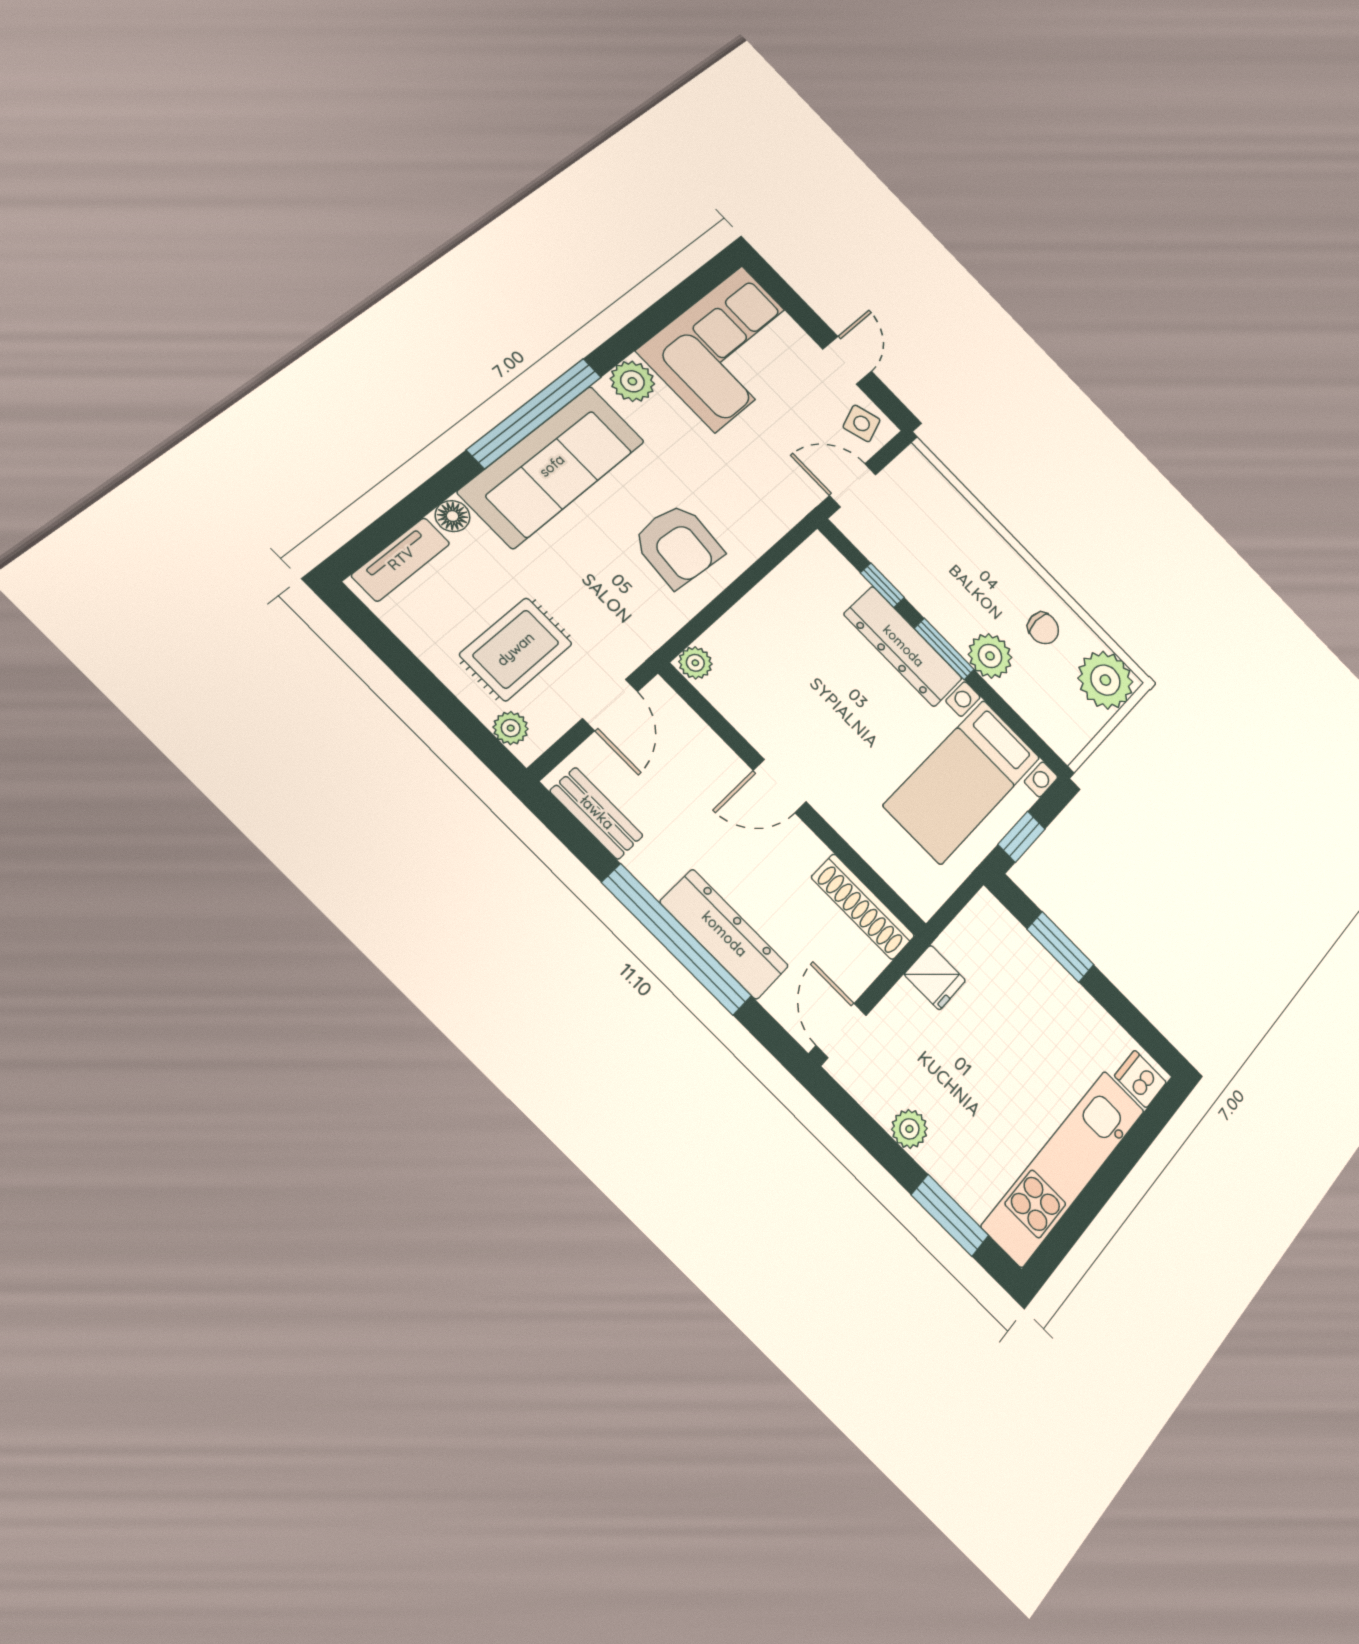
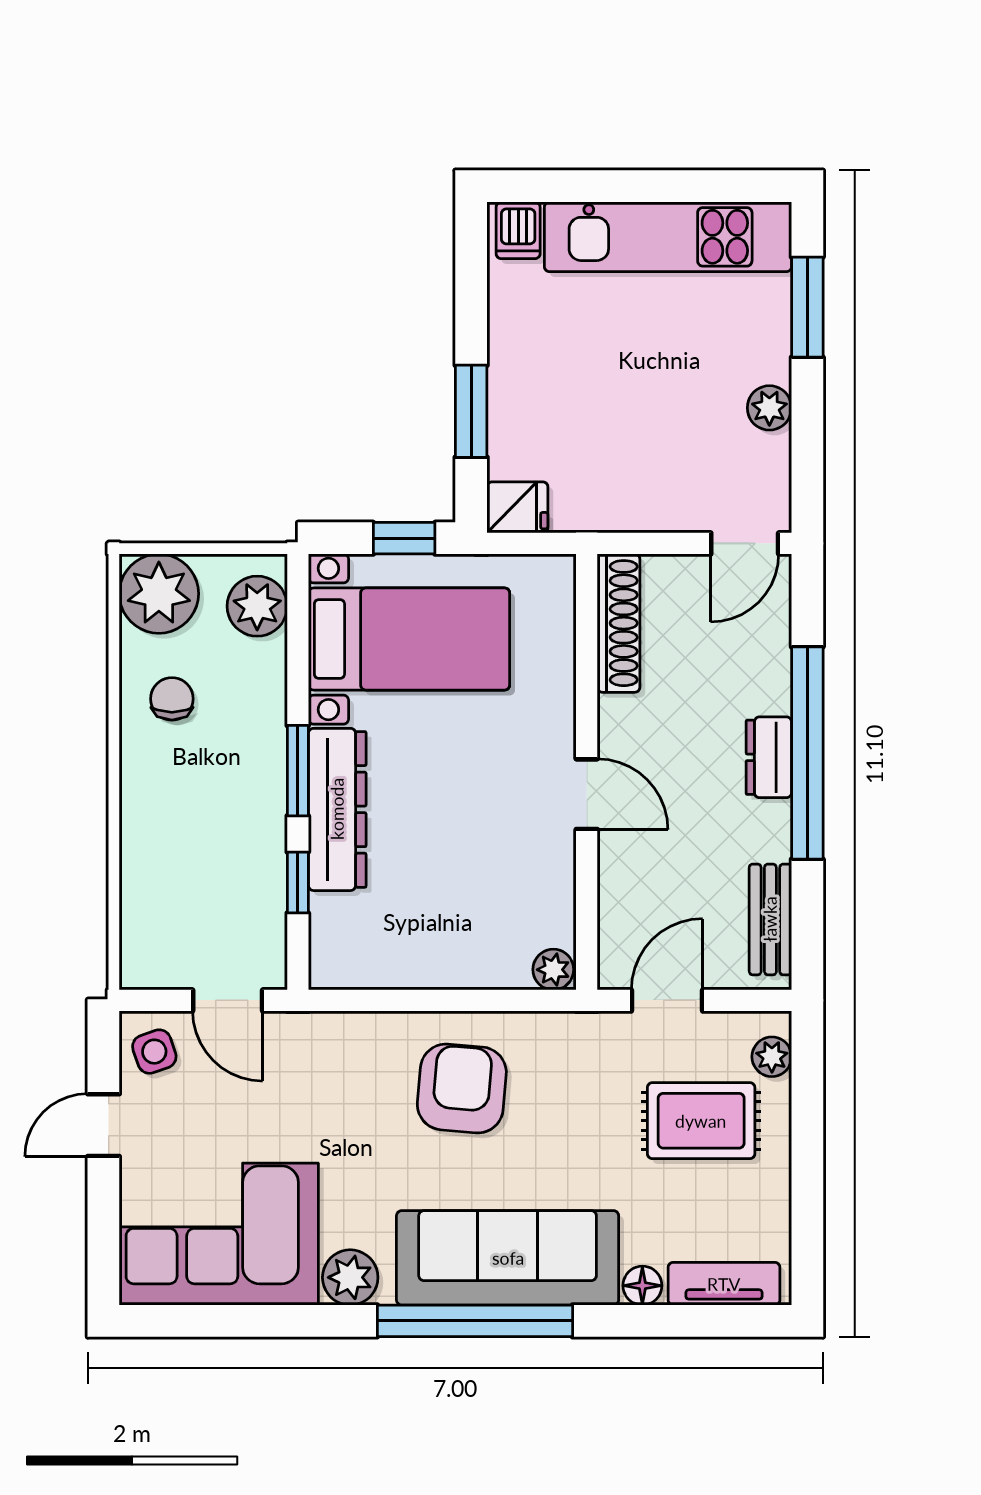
plant: (990, 656) -> (257, 606), moved
dresser: (724, 934) -> (769, 757), width x0.51, depth x0.80
fridge: (935, 978) -> (517, 507), moved, turned 90

